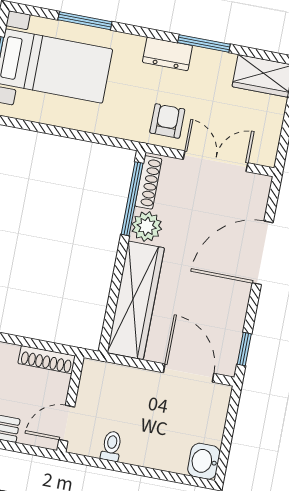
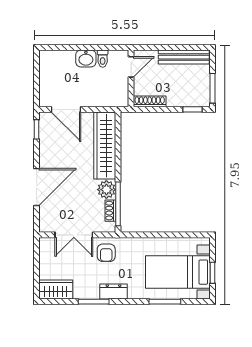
shoe rack: (148, 182) -> (110, 211), width x0.70
washbasin: (204, 461) -> (86, 58), moved, turned 90

